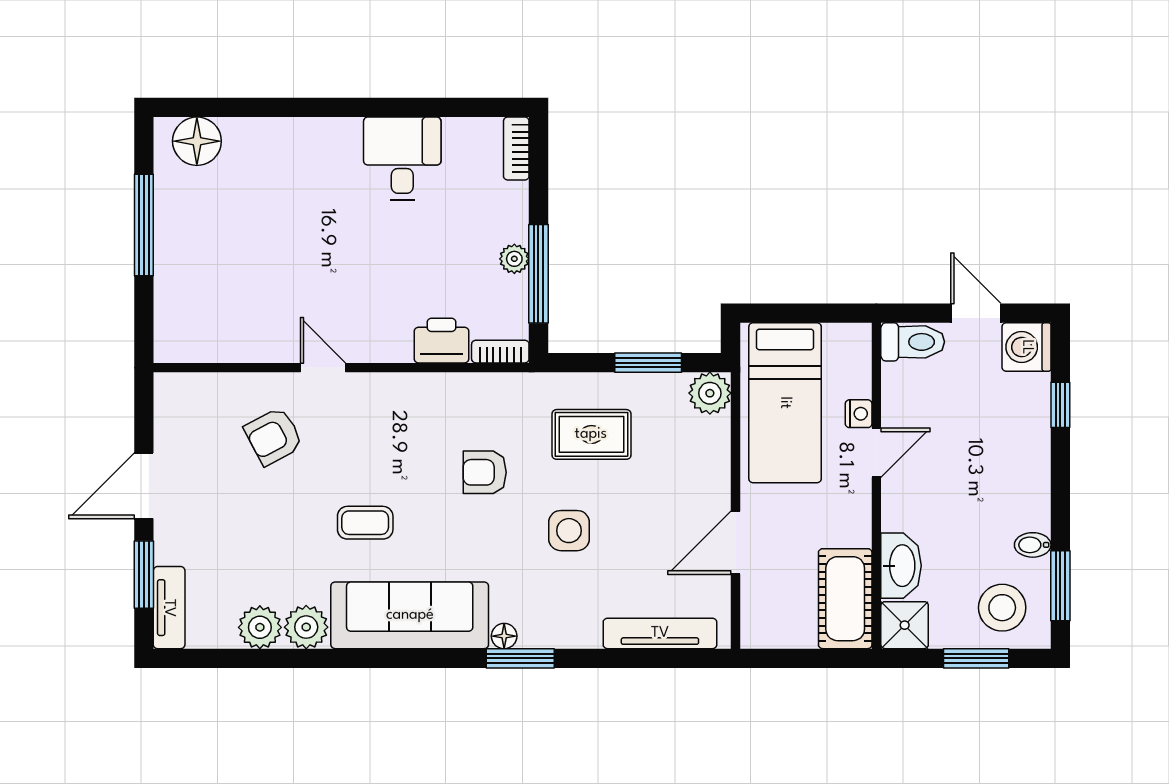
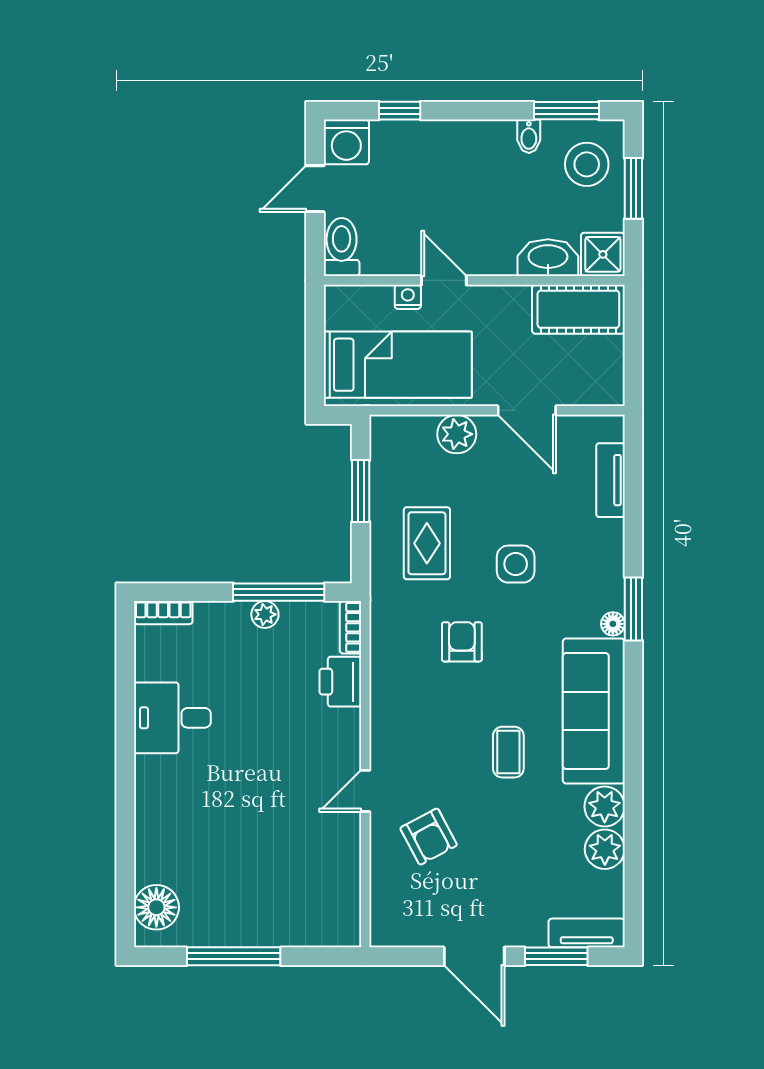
plant: (710, 393) -> (457, 434), moved
armchair: (485, 472) -> (462, 642), turned 180
tv unit: (660, 633) -> (610, 480), width x0.71

